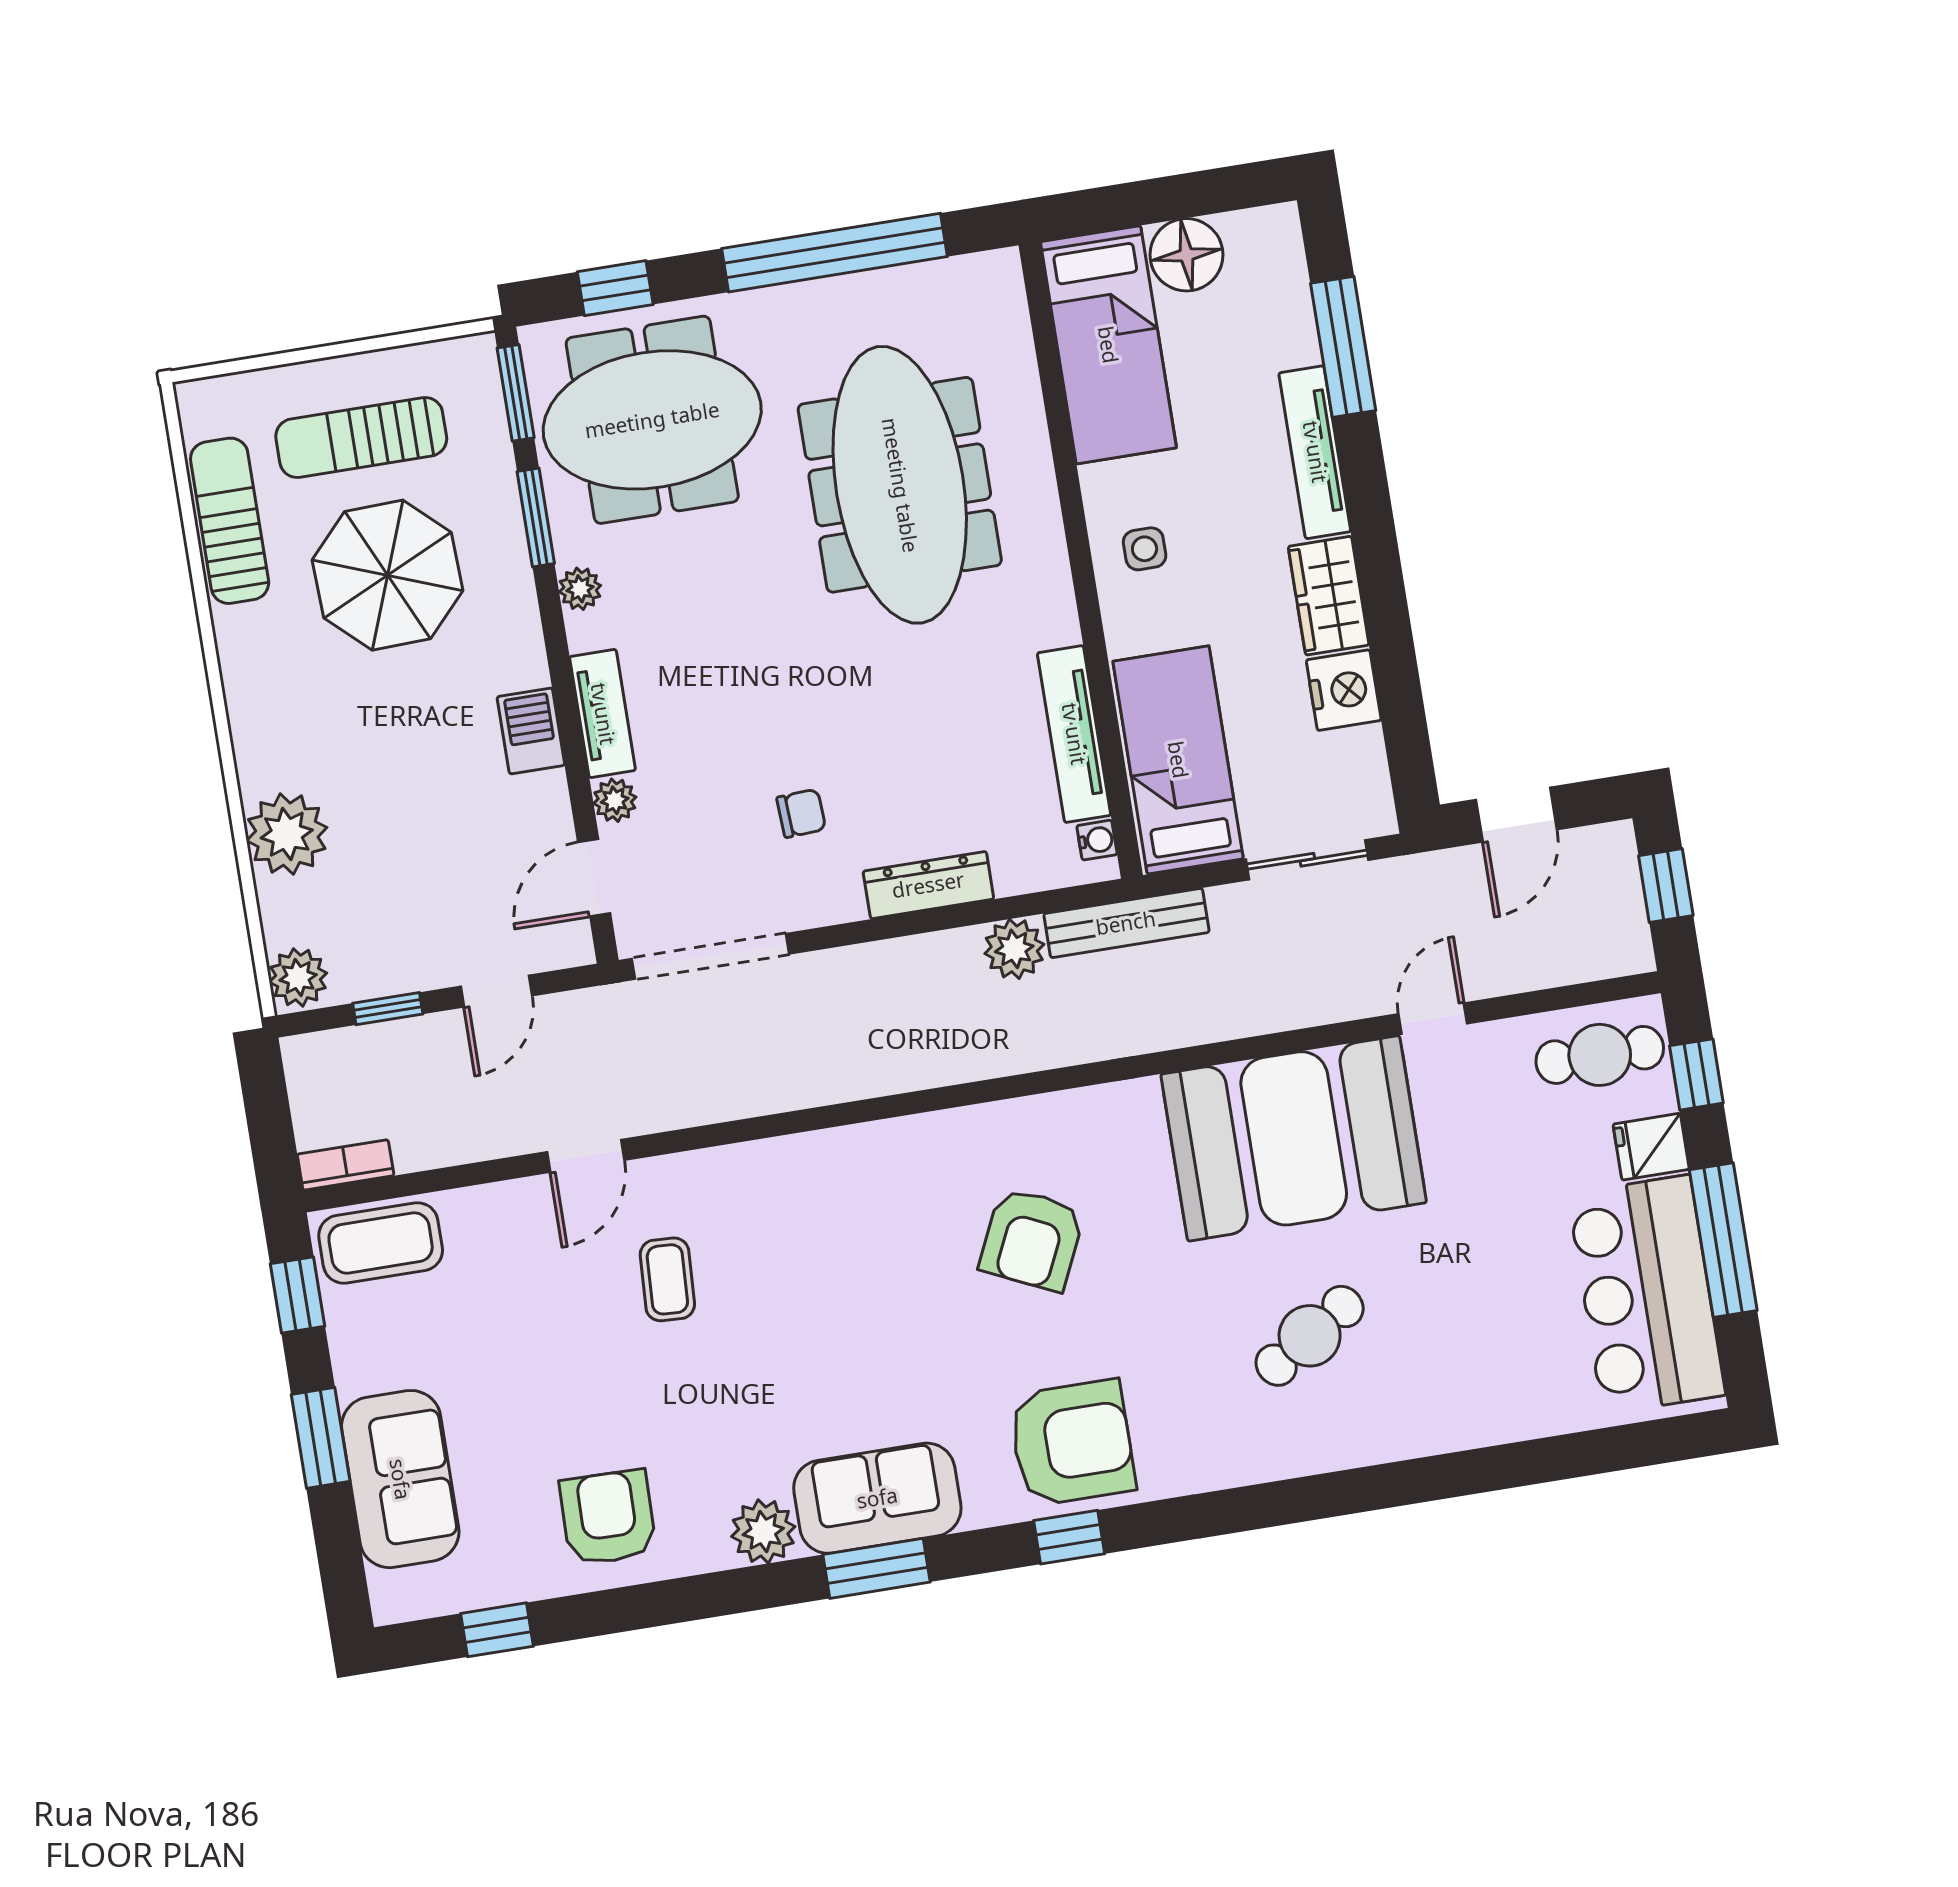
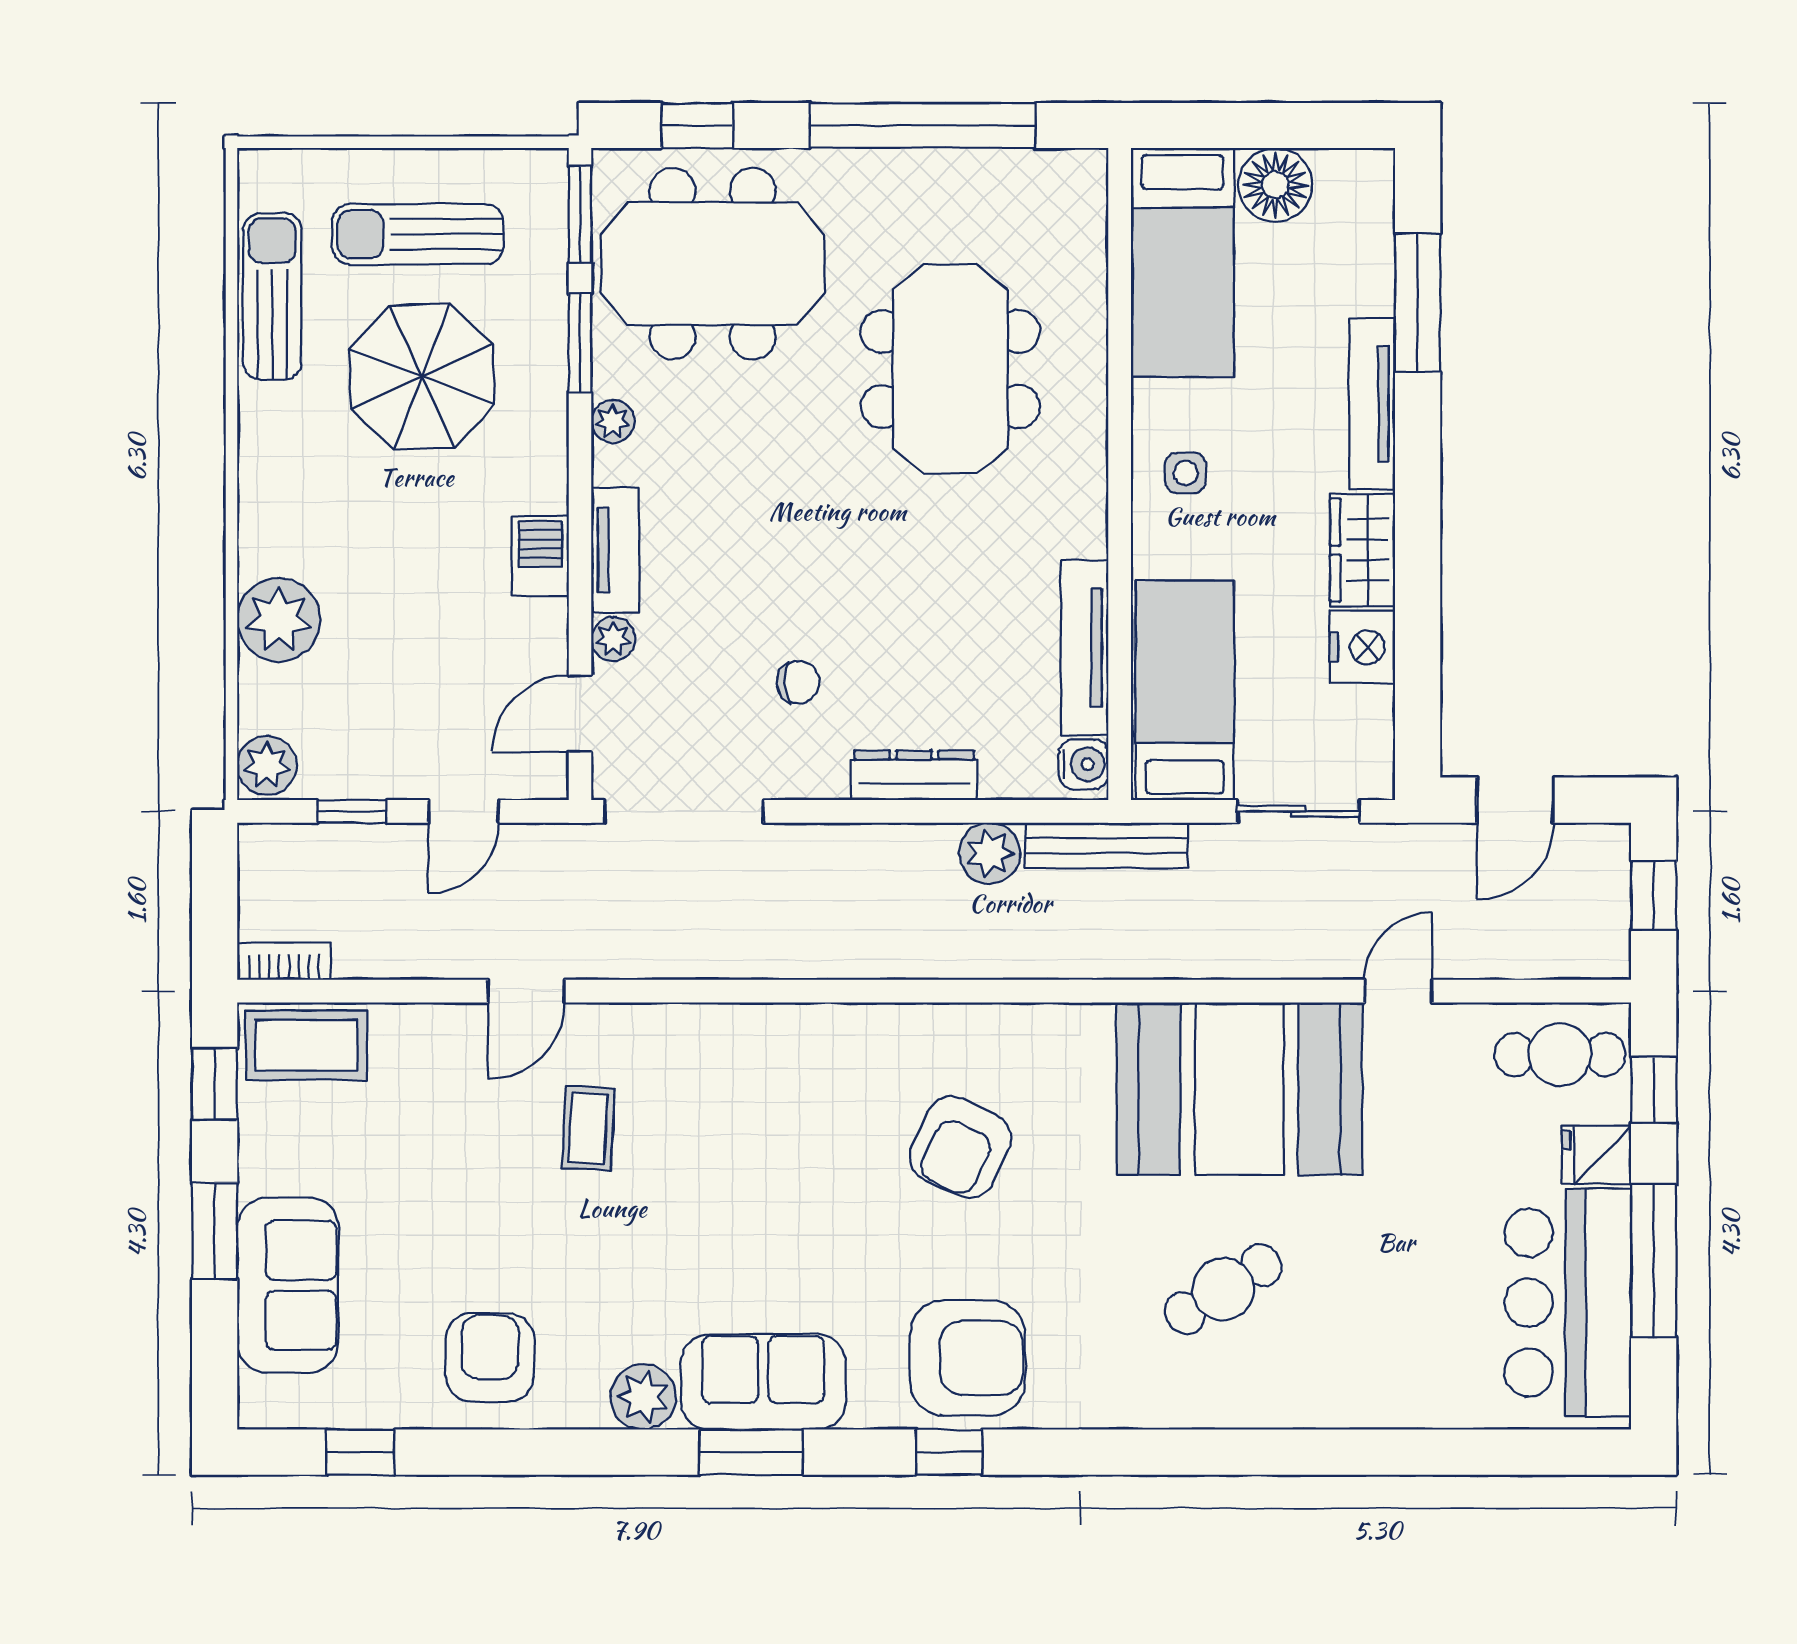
meeting table: (900, 485) -> (950, 369), width x0.73
water cooler: (1097, 840) -> (1084, 764), width x1.38, depth x1.38

